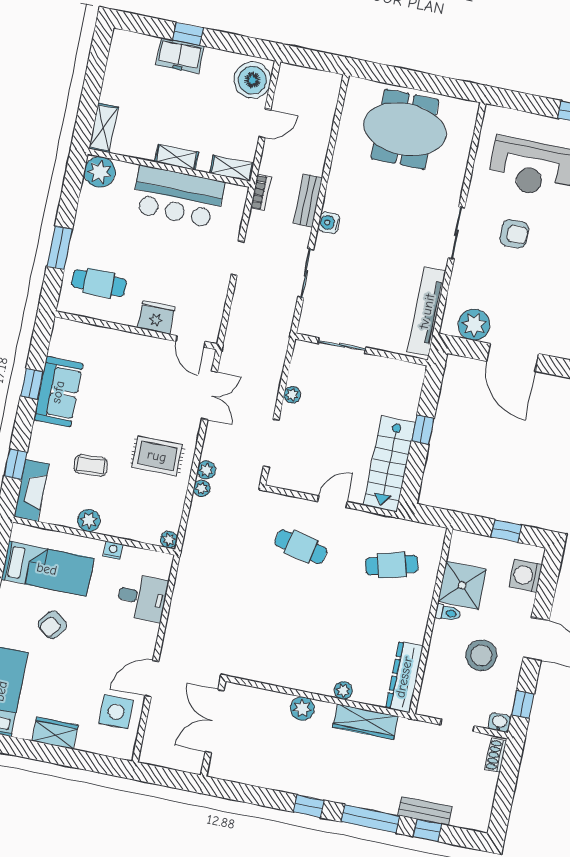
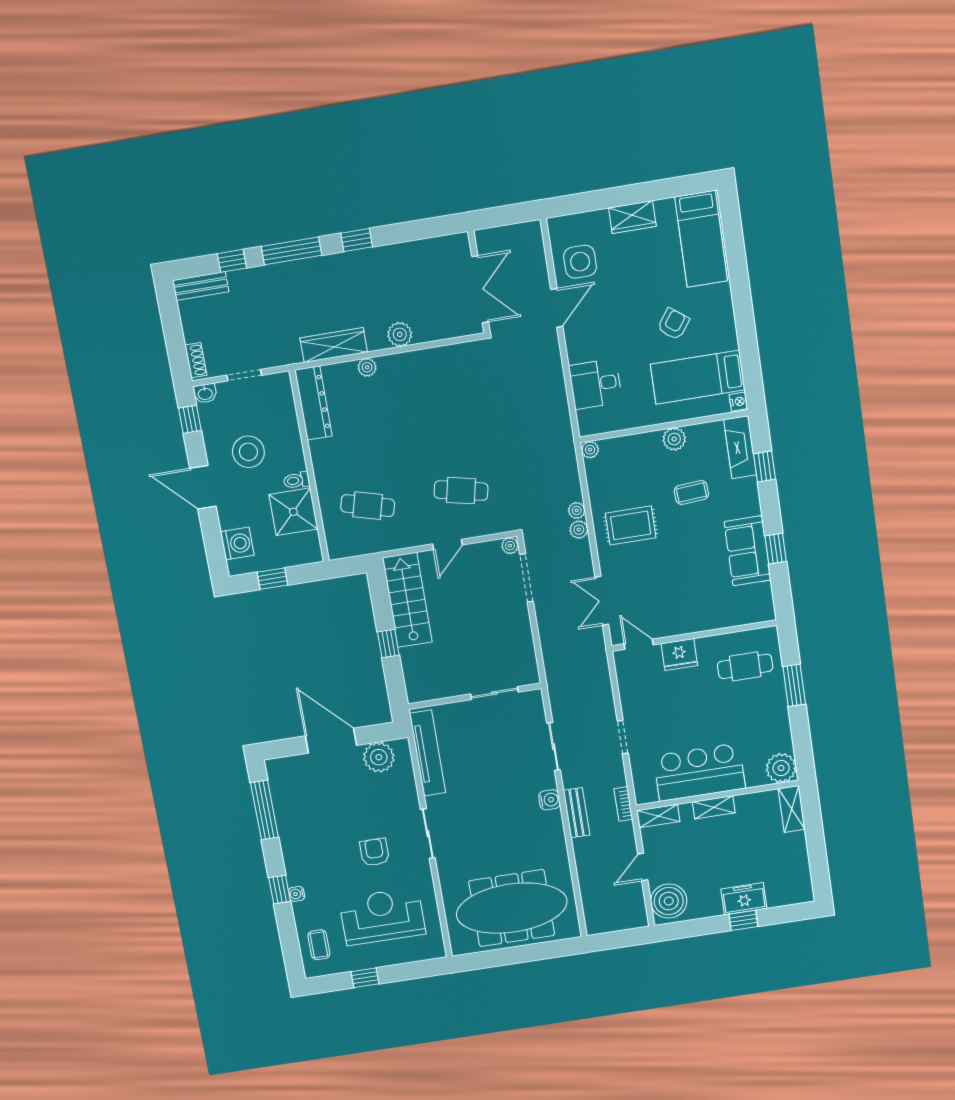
meeting table: (405, 129) -> (512, 908), width x1.36
armchair: (514, 234) -> (375, 852), turned 90
plant: (292, 395) -> (510, 546), moved
nightstand: (113, 550) -> (738, 402), moved, turned -90
cafe table: (392, 565) -> (368, 506), turned 30
bench: (425, 811) -> (201, 286), moved

